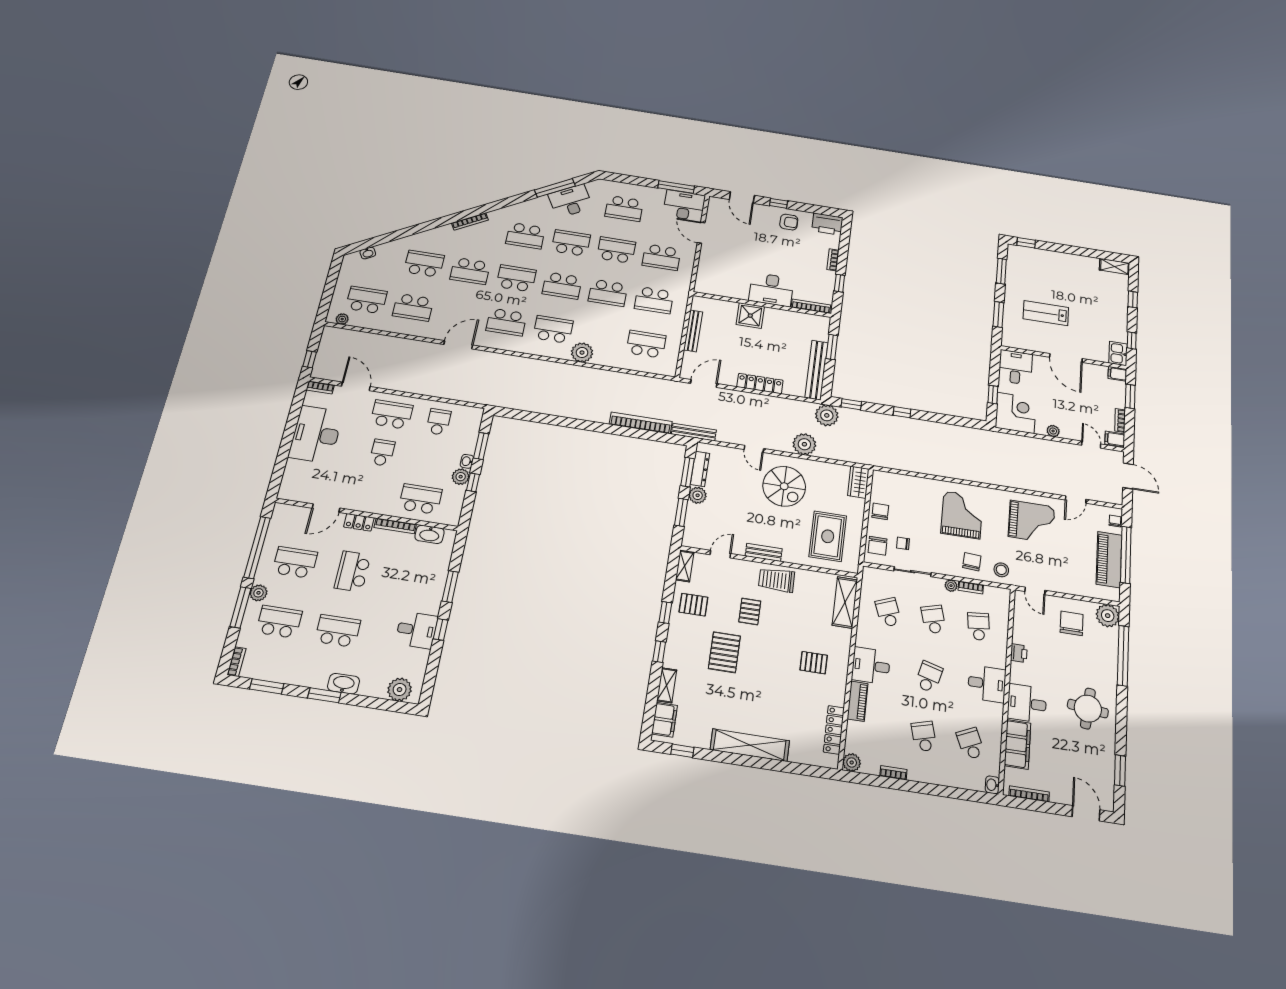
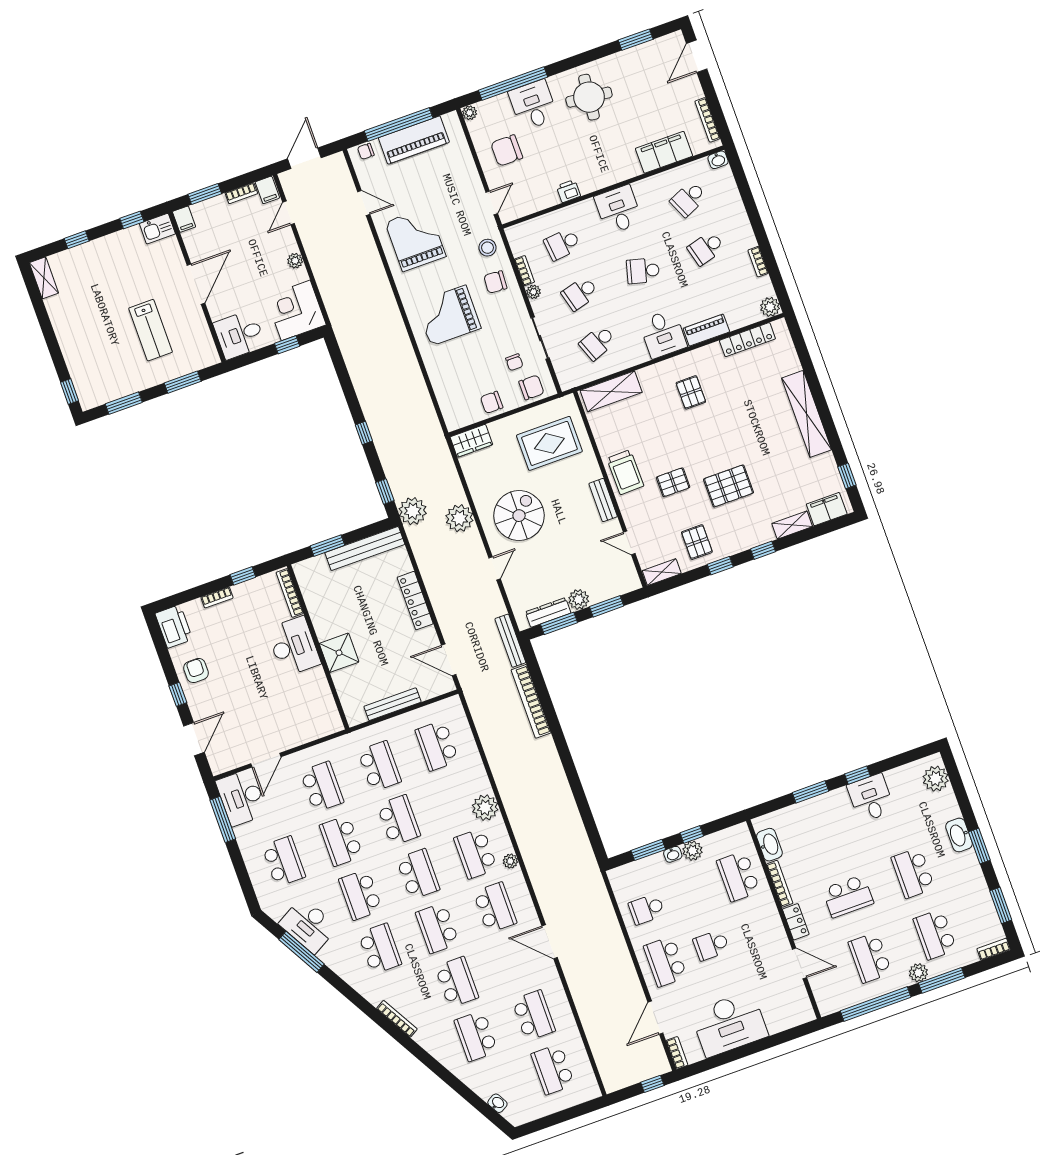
plant: (342, 319) -> (510, 861), moved
plant: (1108, 616) -> (470, 113), width x0.53, depth x0.53
desk: (1027, 703) -> (533, 105), moved, turned 180

